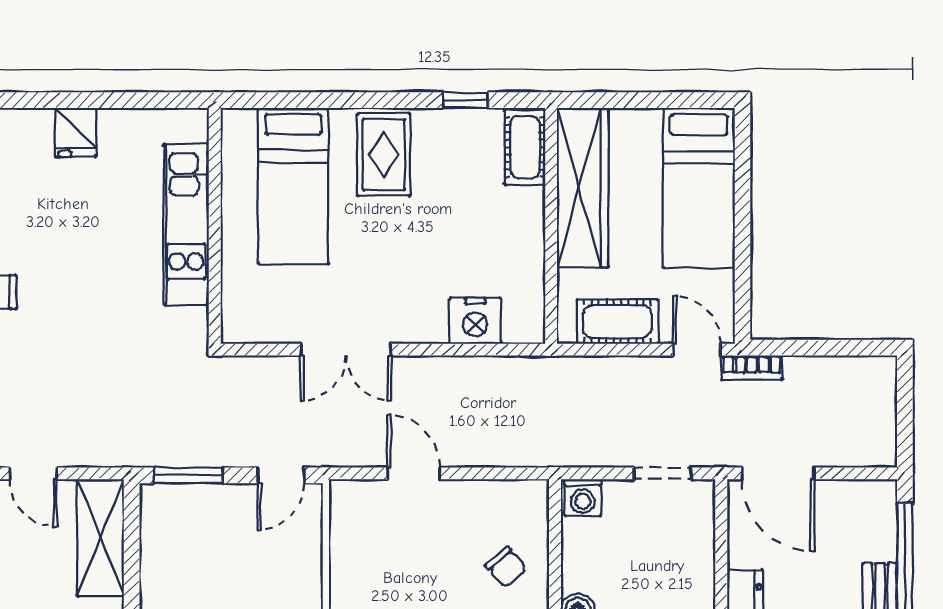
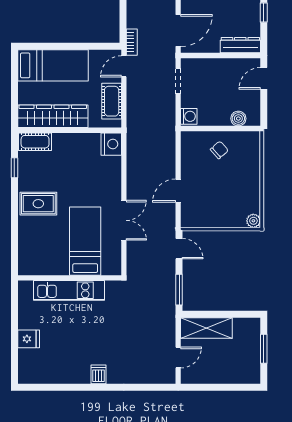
bed: (293, 186) -> (85, 241), moved, turned -90
nightstand: (475, 321) -> (111, 144), moved

